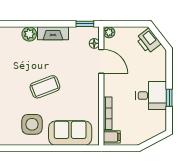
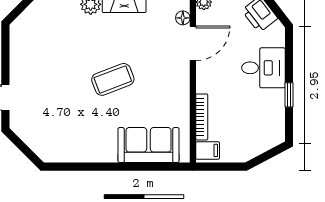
door: (101, 61) -> (193, 43), hinge flipped
desk: (151, 96) -> (263, 68), moved
side table: (32, 124) -> (94, 133), removed

